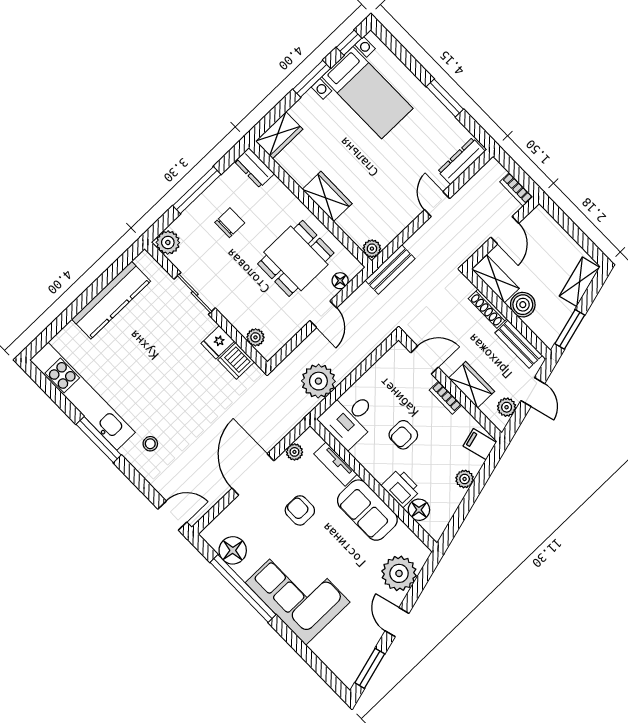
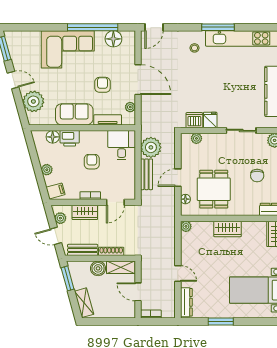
bench: (390, 269) -> (147, 174), moved
door: (323, 314) -> (178, 178), hinge flipped
armchair: (300, 510) -> (103, 85), turned -90

